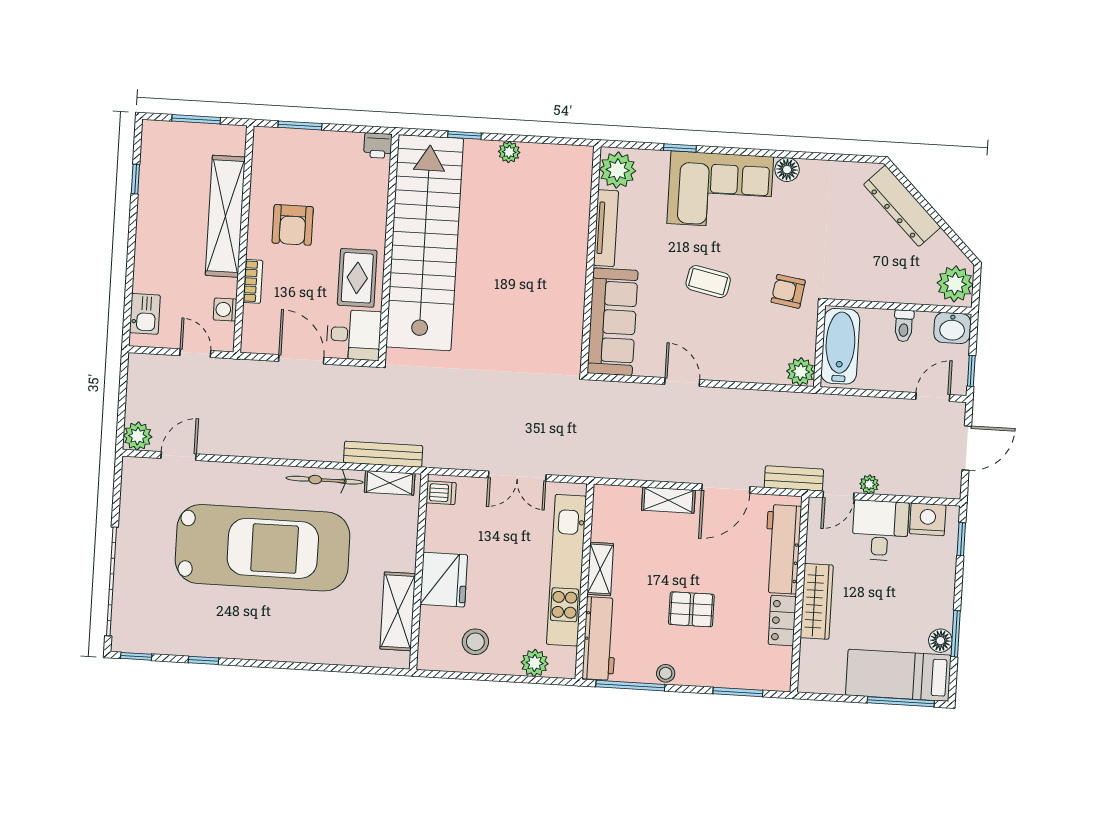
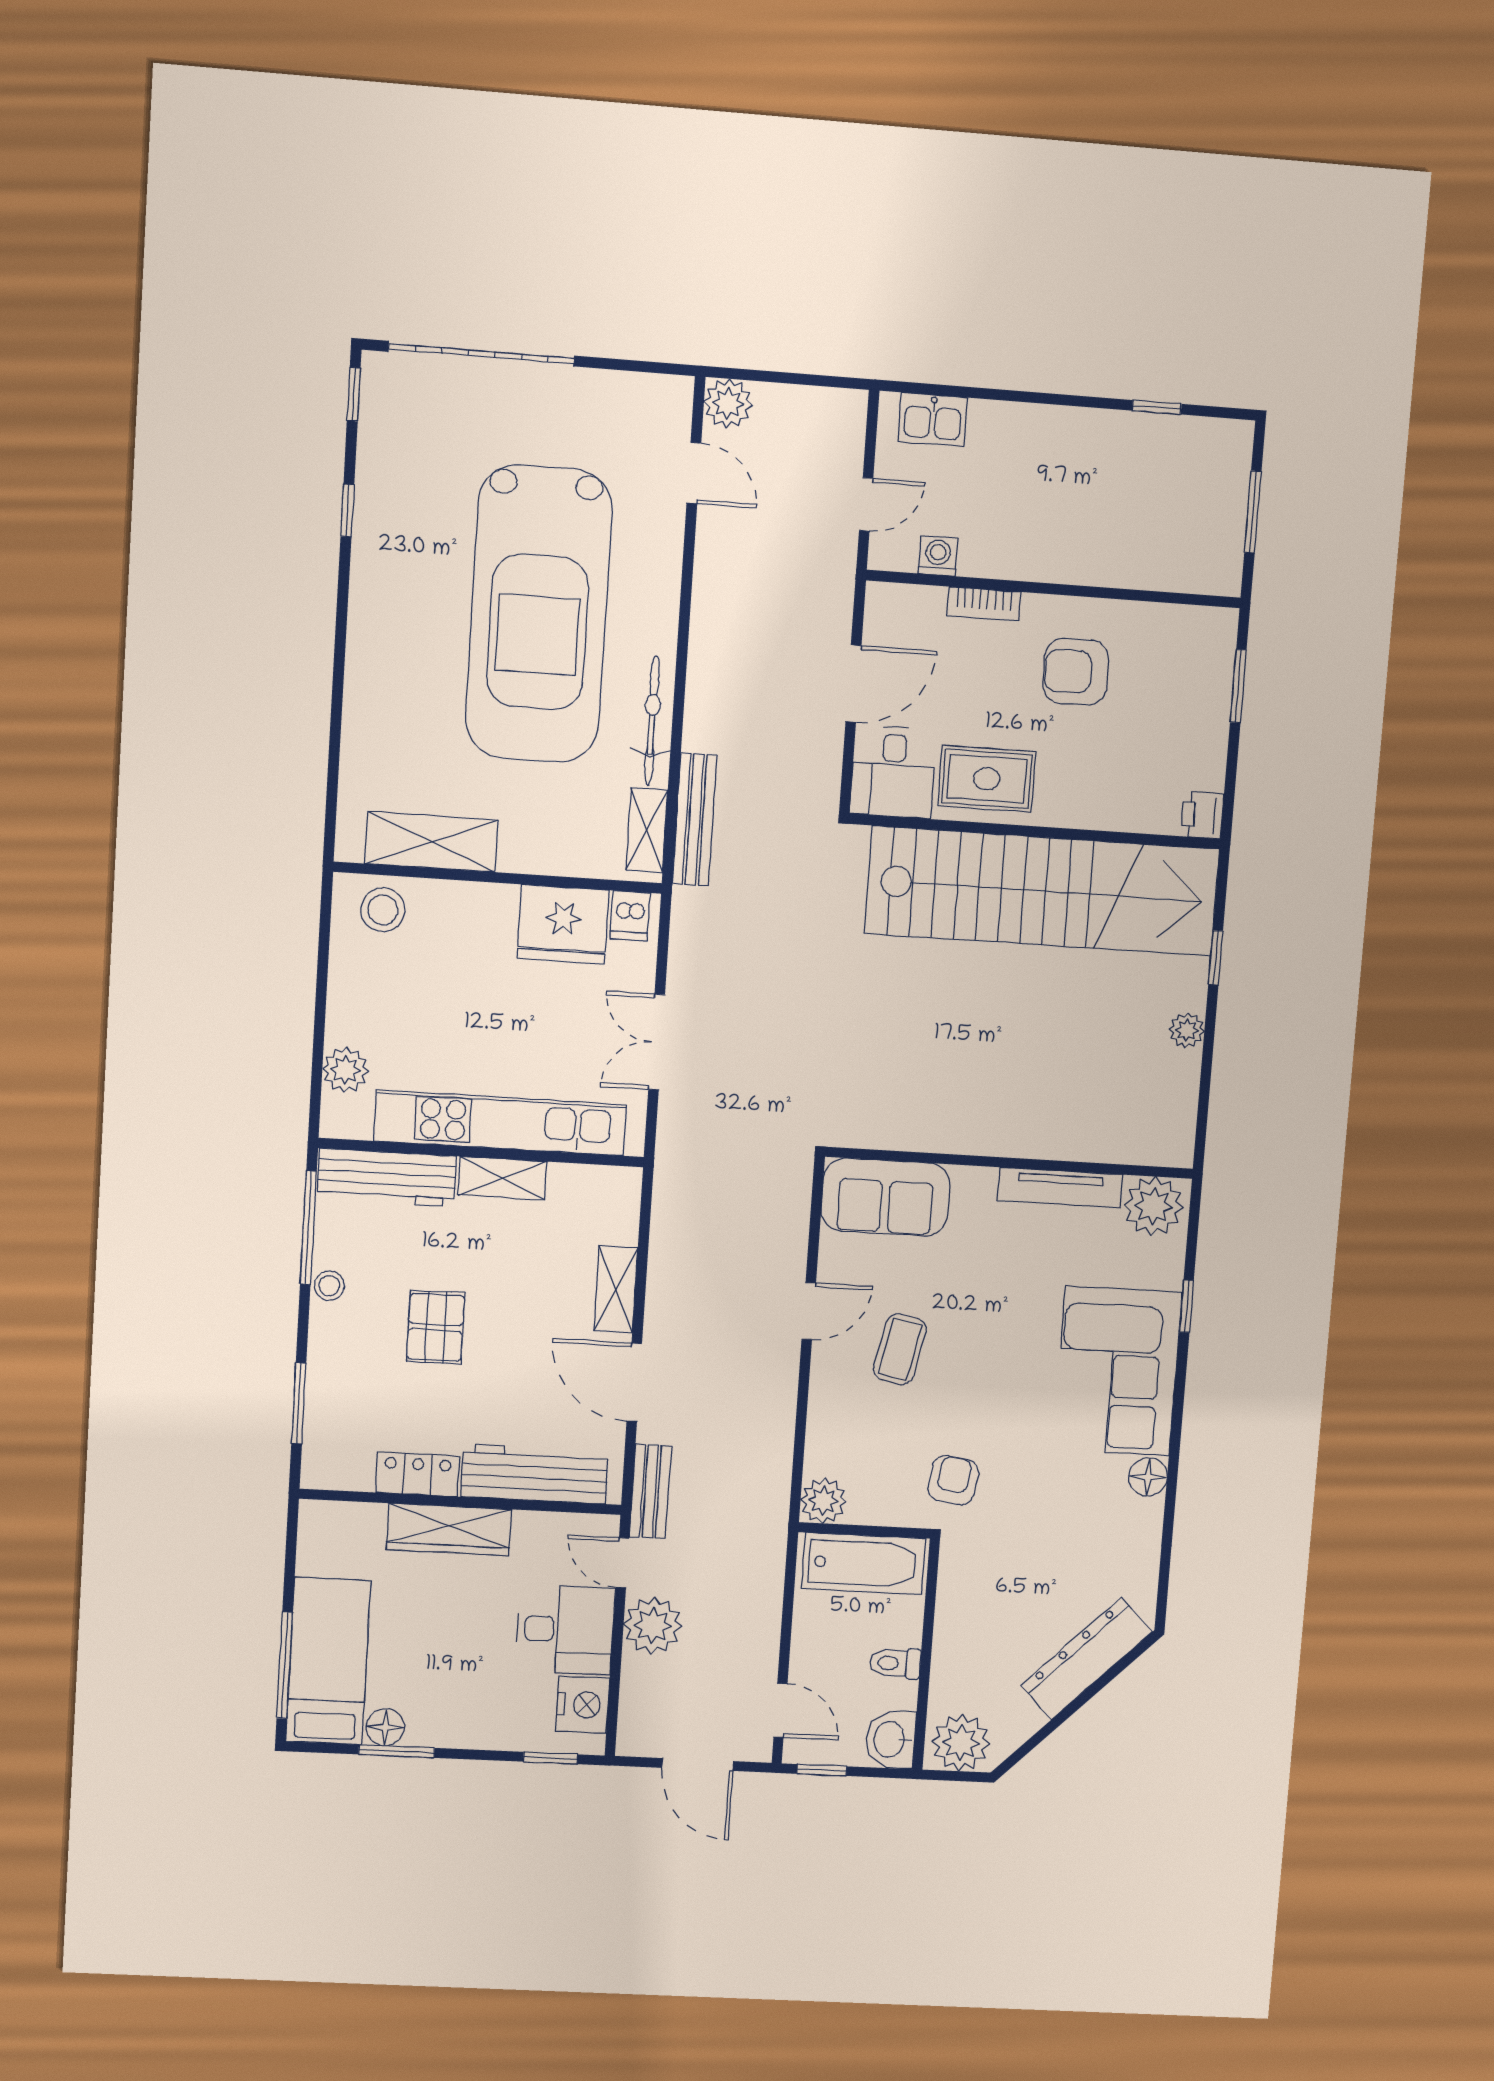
shelving: (225, 216) -> (1092, 559), removed
coffee table: (708, 282) -> (900, 1349), moved
sofa: (613, 322) -> (886, 1197), width x0.73
plant: (869, 484) -> (653, 1626), width x1.87, depth x1.87
fridge: (444, 580) -> (563, 924), moved
stool: (475, 642) -> (383, 910), moved

